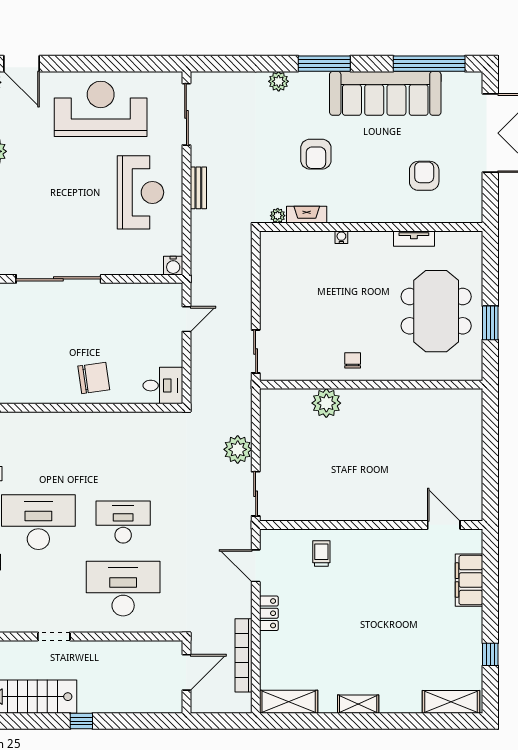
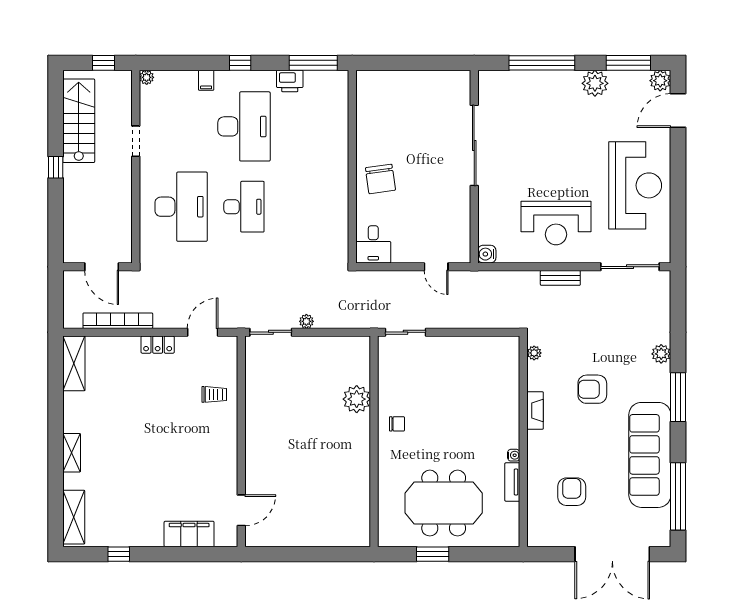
armchair: (424, 176) -> (572, 492), turned -90
fireplace: (307, 215) -> (535, 411), moved
water cooler: (341, 237) -> (514, 455), moved
plant: (238, 449) -> (306, 321), width x0.53, depth x0.53
shelving: (358, 704) -> (72, 453), moved

